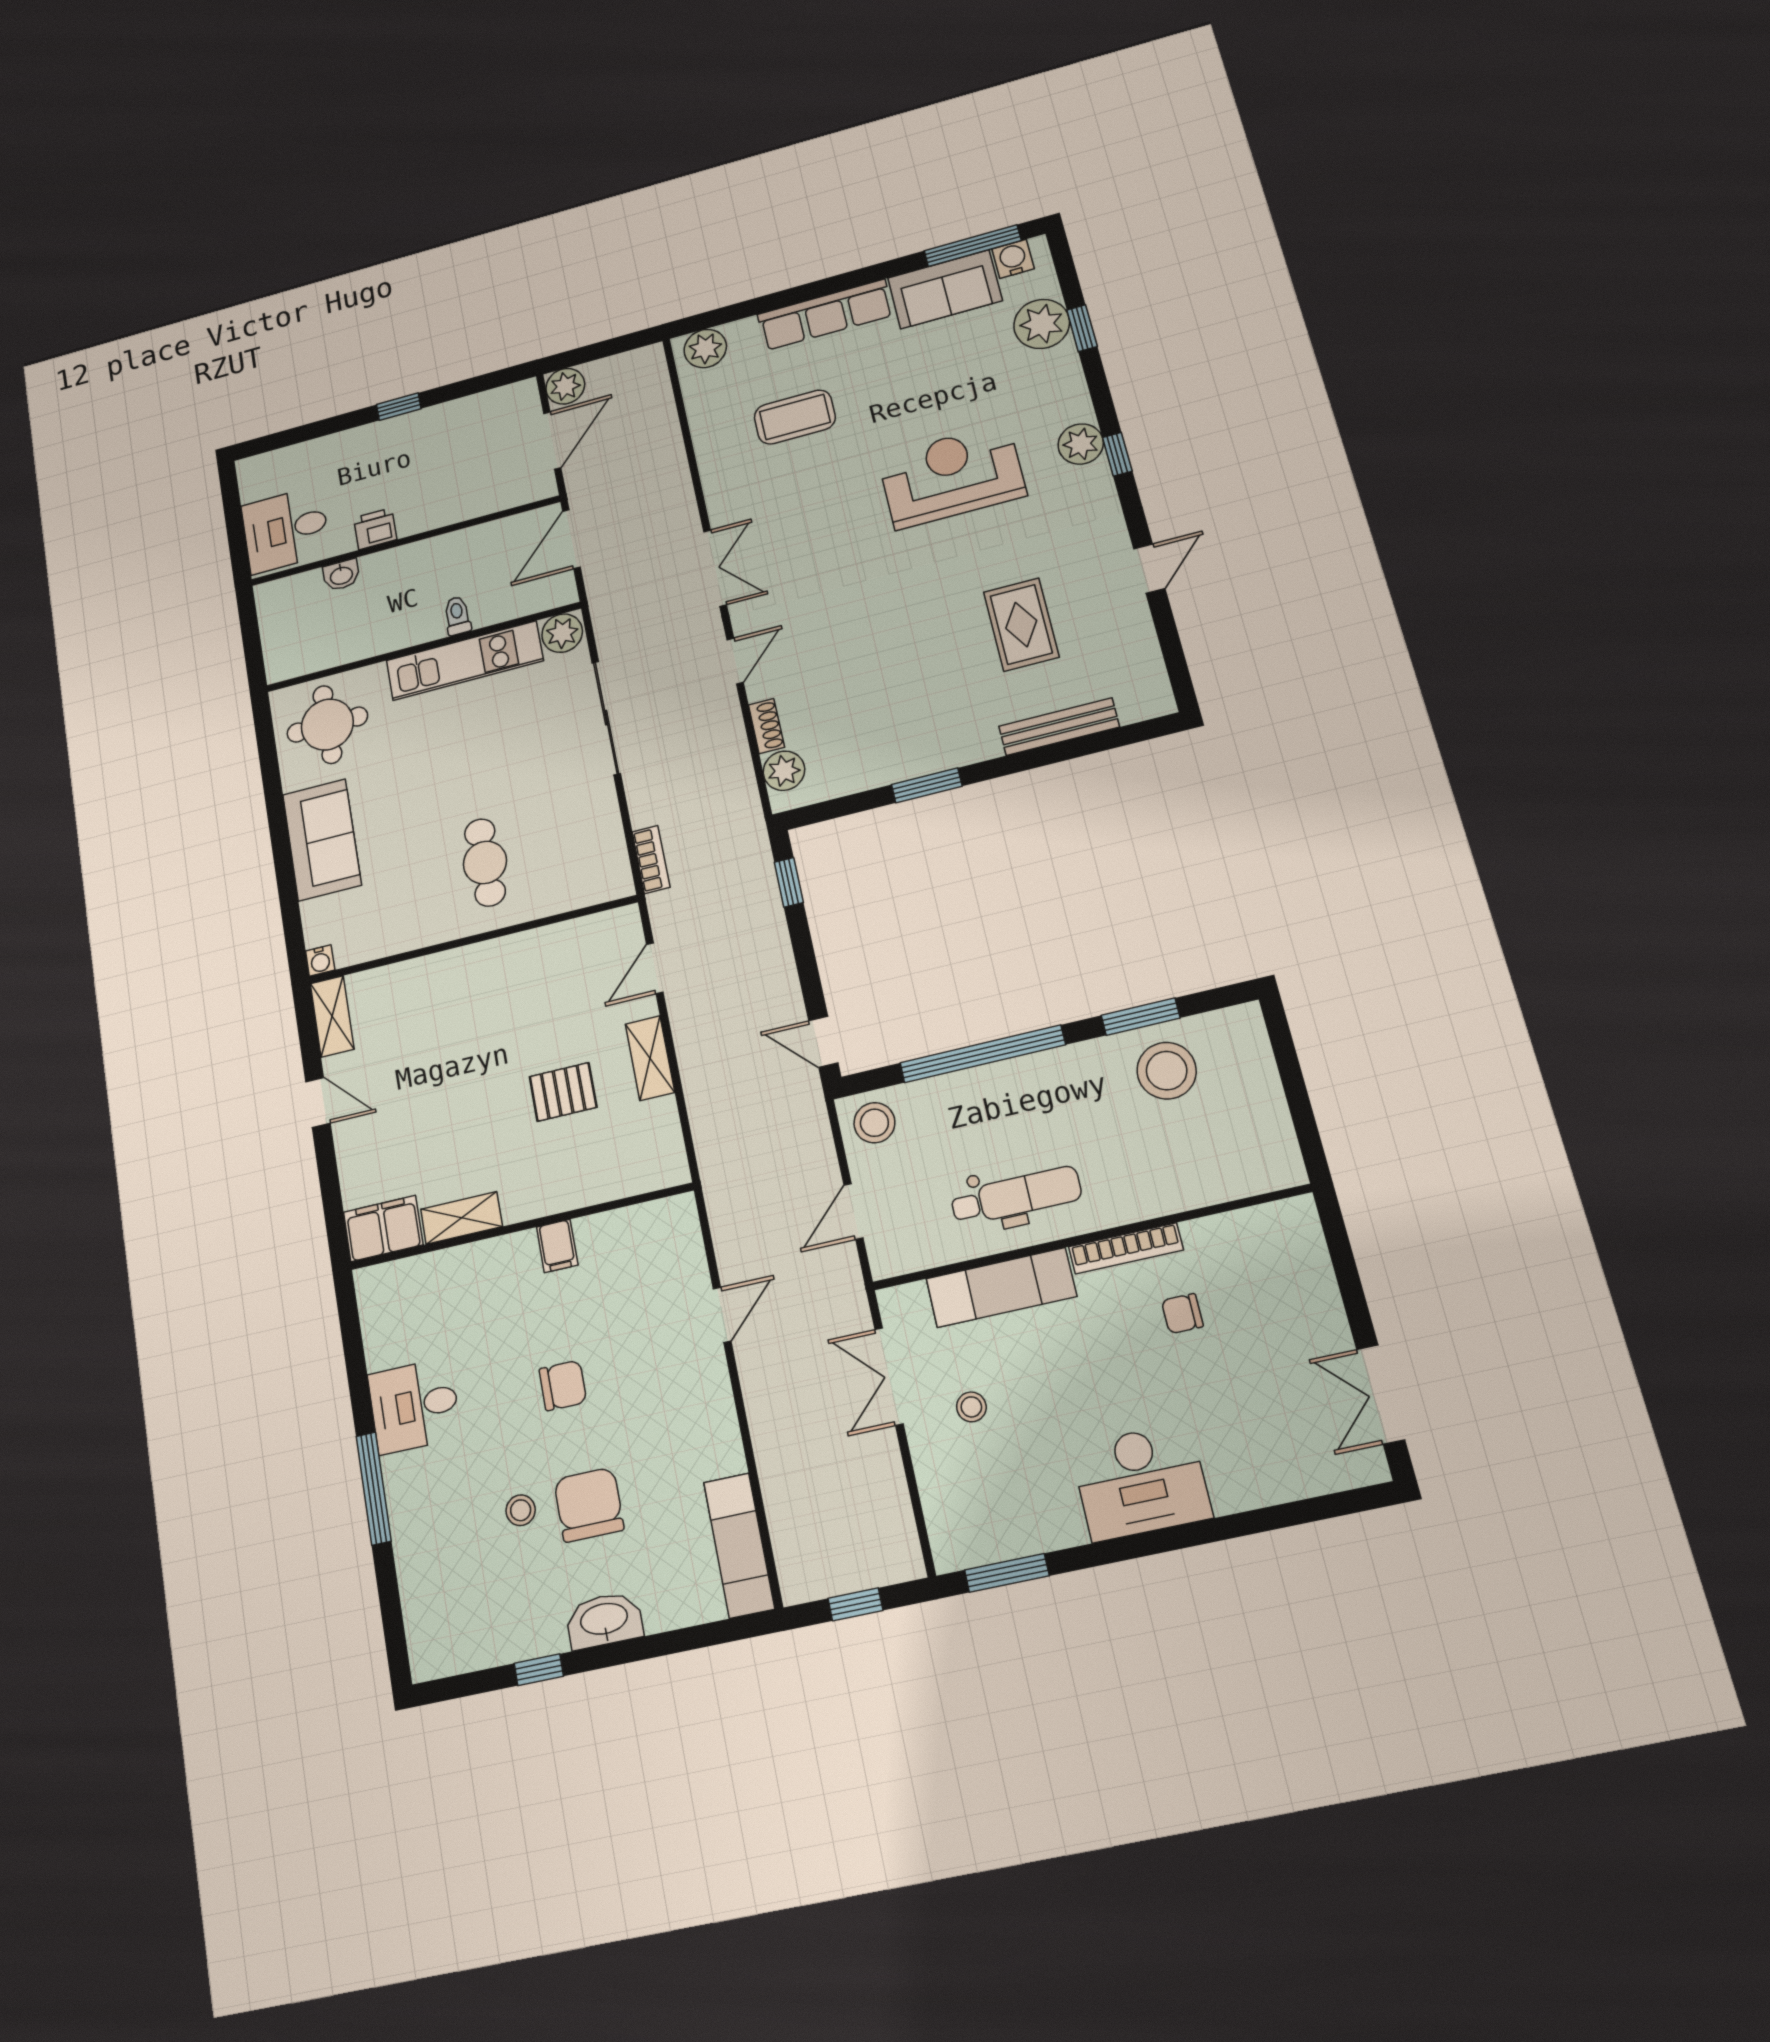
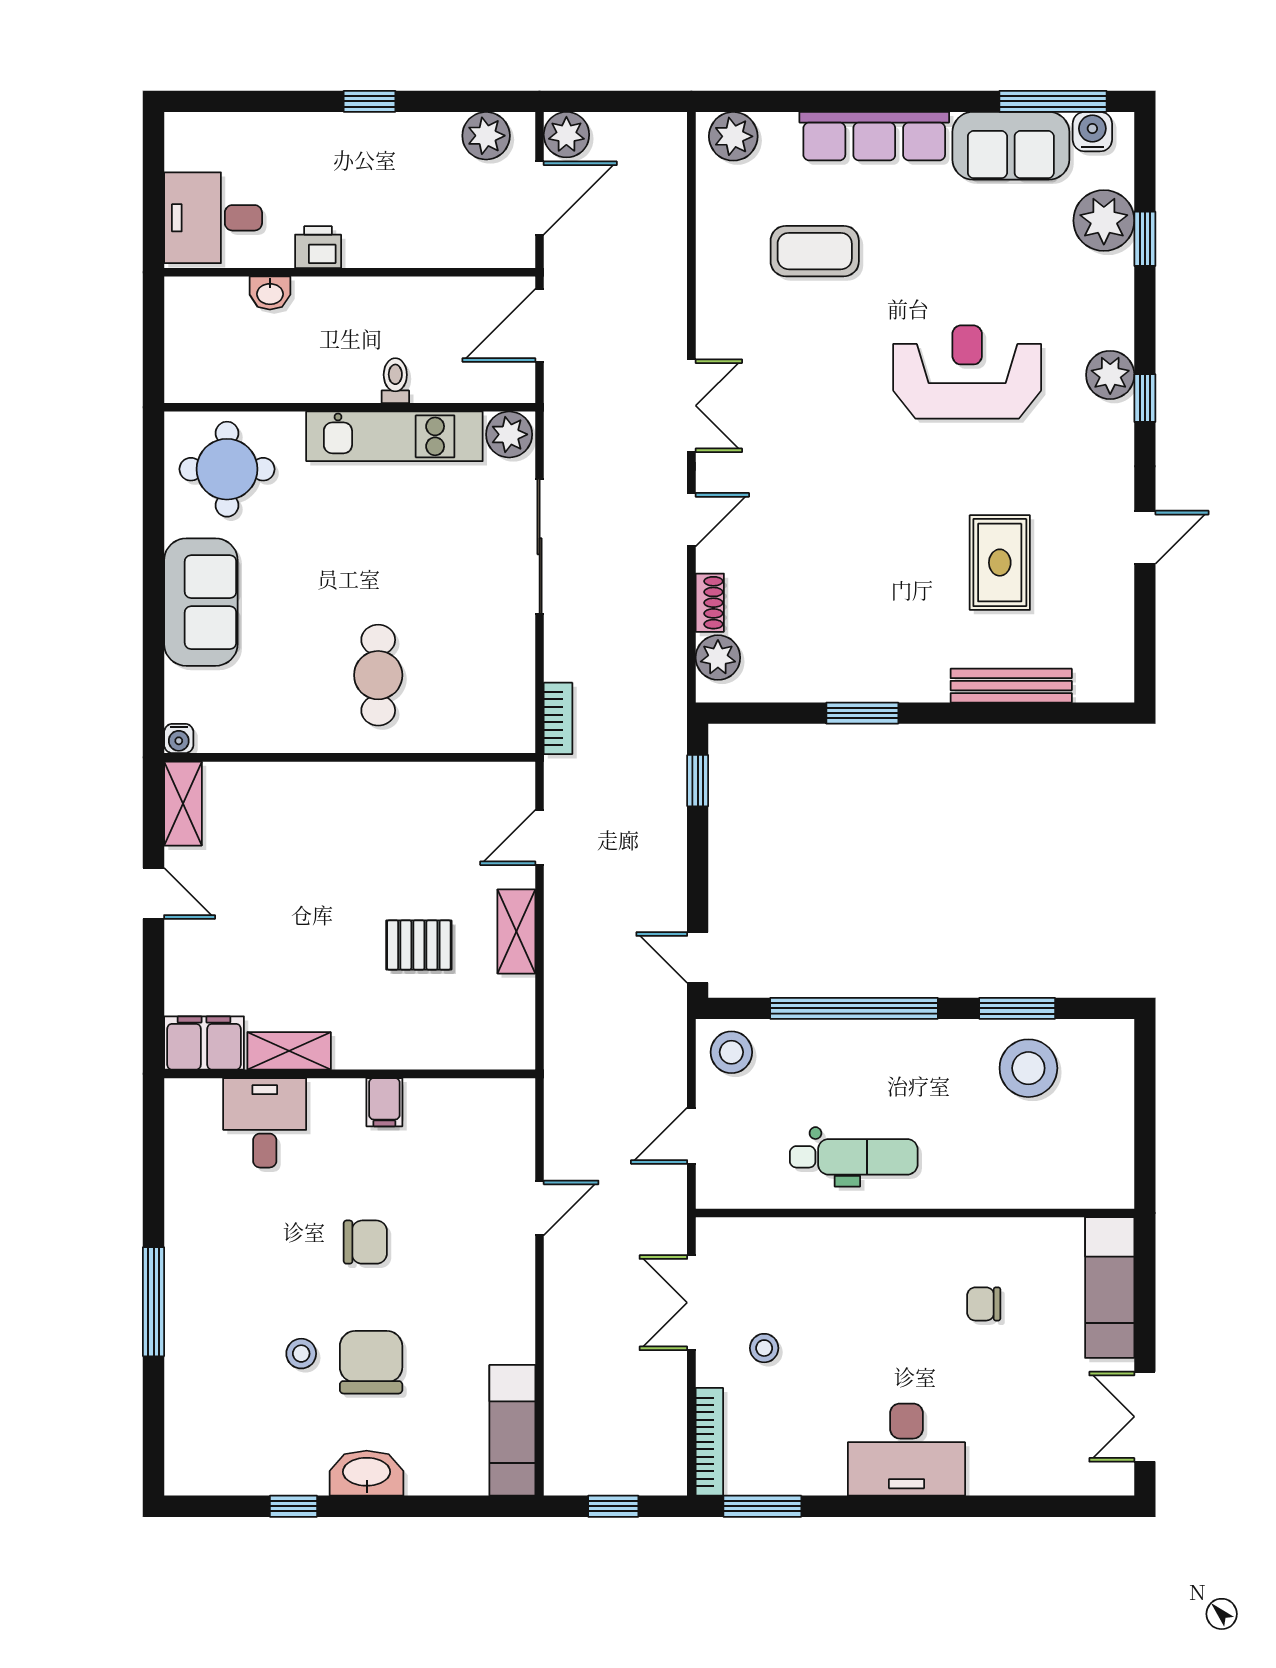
plant: (499, 406) -> (486, 136), added
bookcase: (1126, 1248) -> (709, 1442), moved, turned -90
exam couch: (1001, 1288) -> (1110, 1288), moved, turned 90
desk: (414, 1406) -> (265, 1123), moved, turned 90

